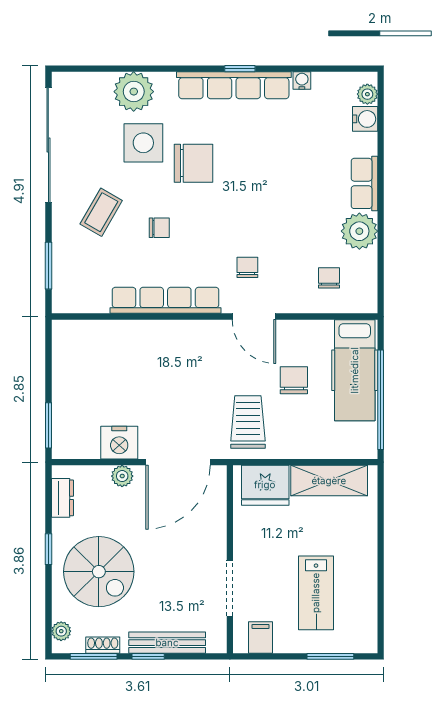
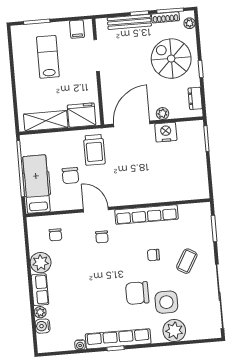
plant: (367, 94) -> (40, 312), moved
shoe rack: (103, 645) -> (165, 17), width x1.43

